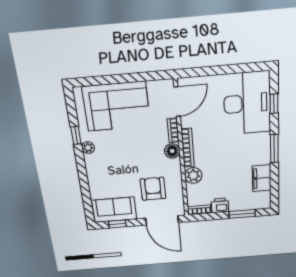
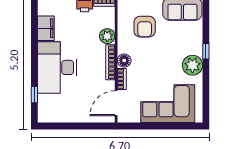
desk: (247, 103) -> (57, 67), moved
window: (76, 135) -> (206, 51), moved
plant: (88, 148) -> (192, 65), width x1.87, depth x1.87
window: (274, 149) -> (34, 55), removed

